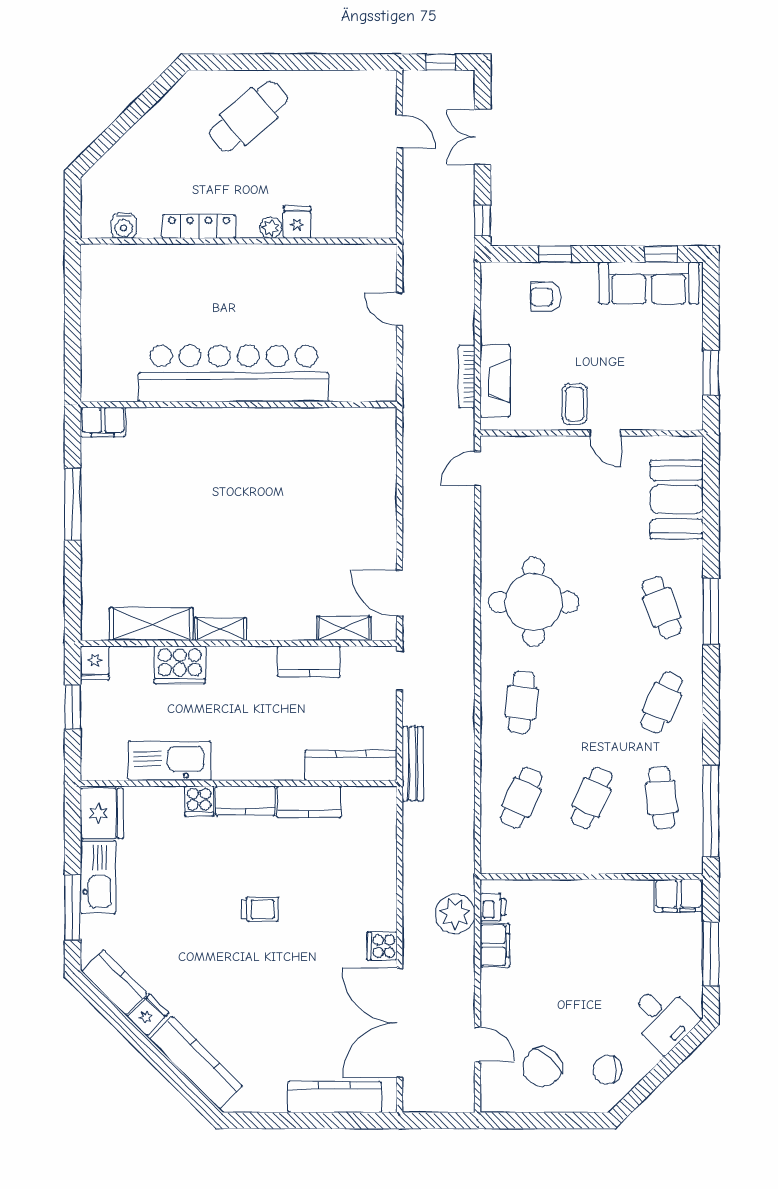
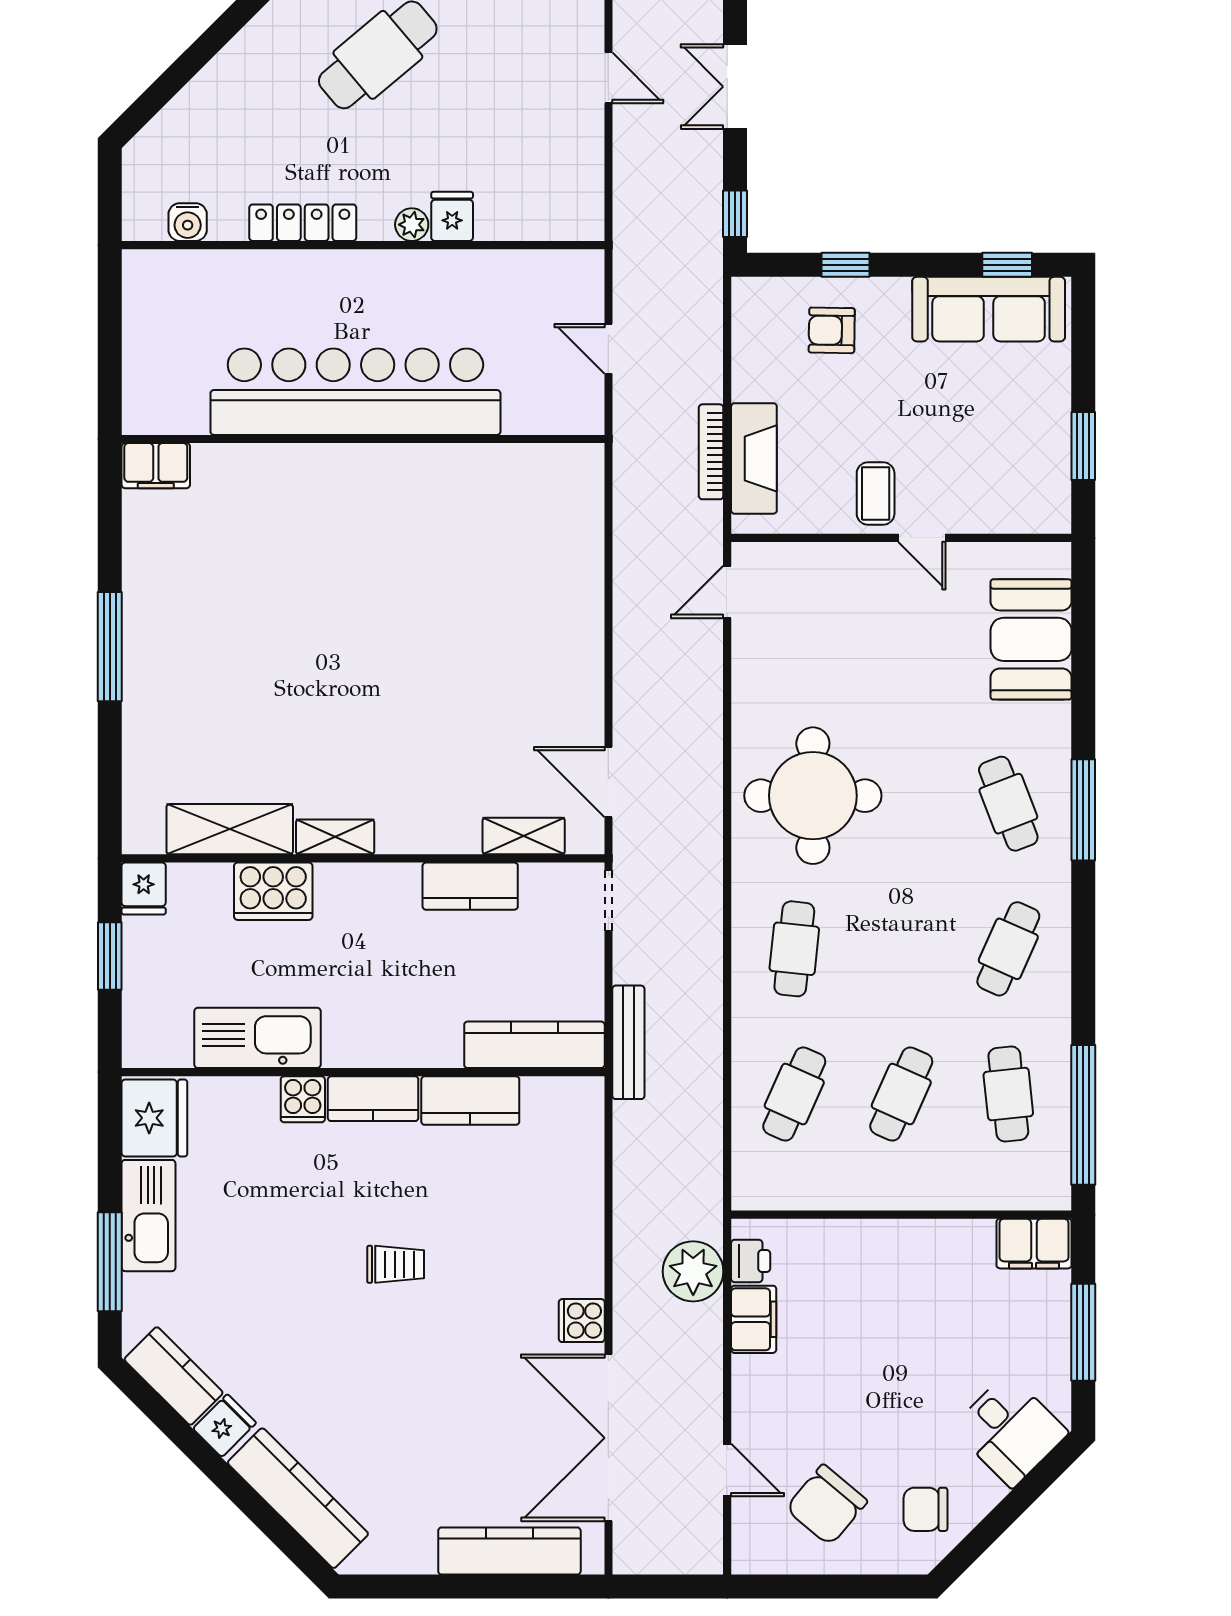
bar counter: (234, 373) -> (355, 392), moved
wall: (239, 404) -> (363, 439), moved
filing cabinet: (103, 422) -> (156, 466), moved

